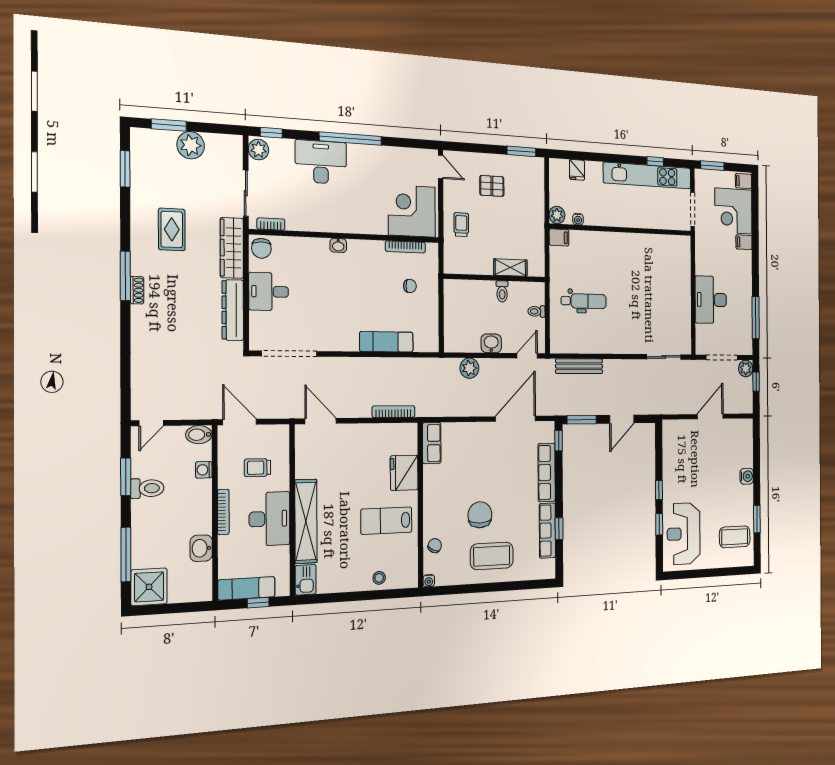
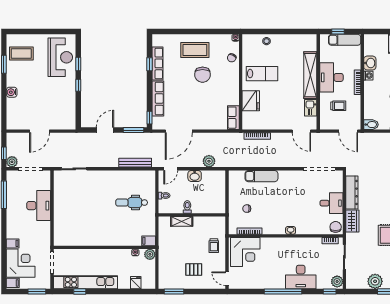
wardrobe: (232, 248) -> (352, 221), width x0.67
washing machine: (204, 470) -> (368, 76), moved
kitchen sink: (306, 580) -> (311, 108), moved

